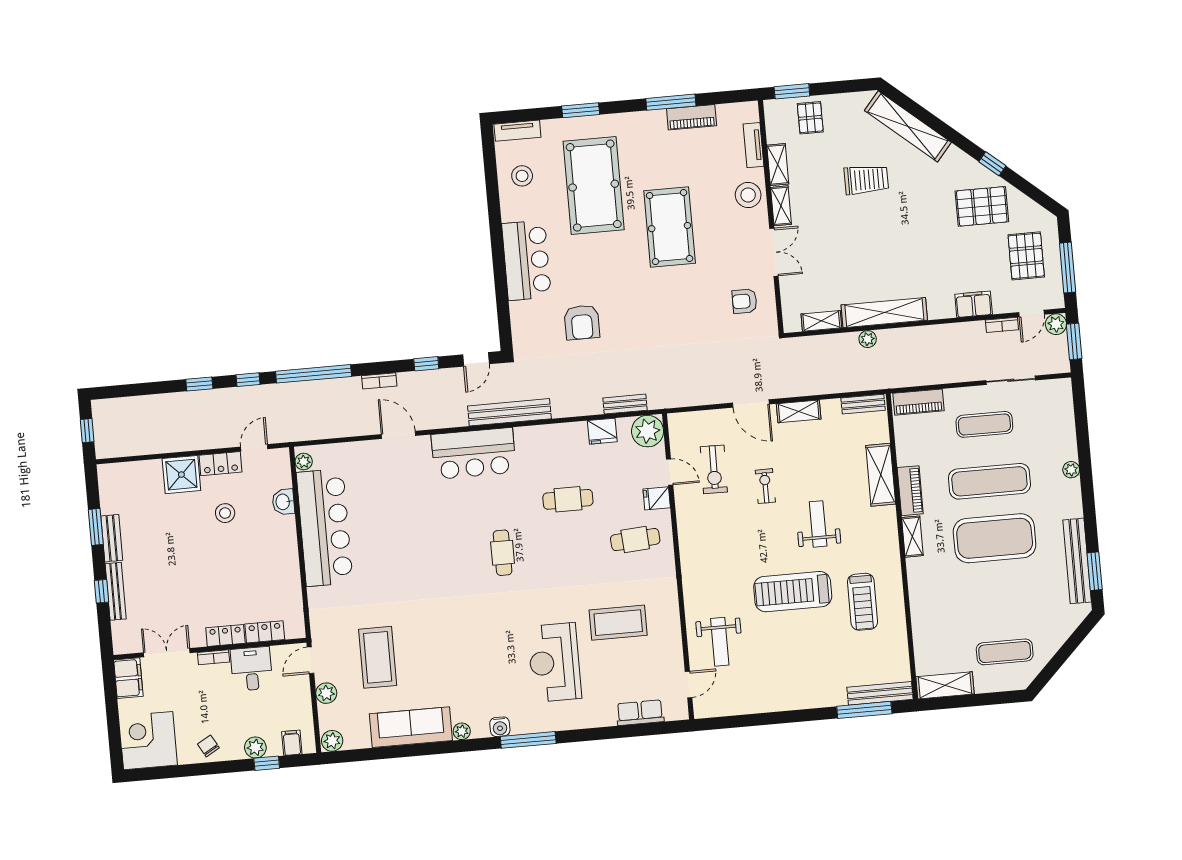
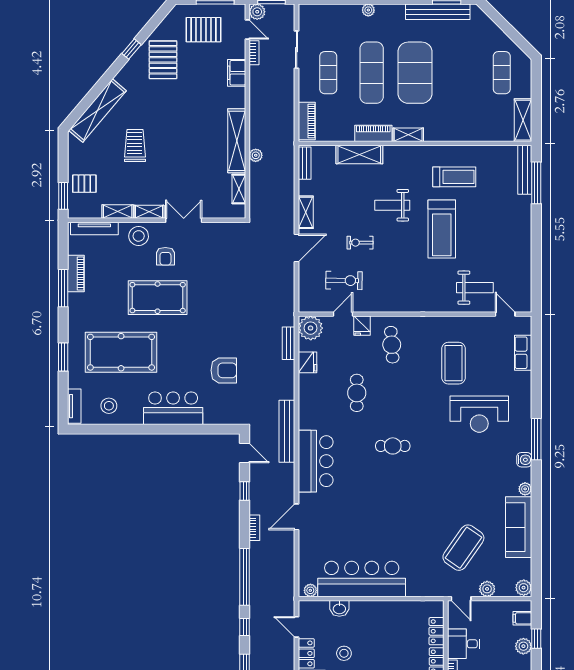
tv unit: (753, 145) -> (94, 229), width x1.41
armchair: (745, 301) -> (165, 256), moved
coffee table: (378, 657) -> (463, 548), turned -55

